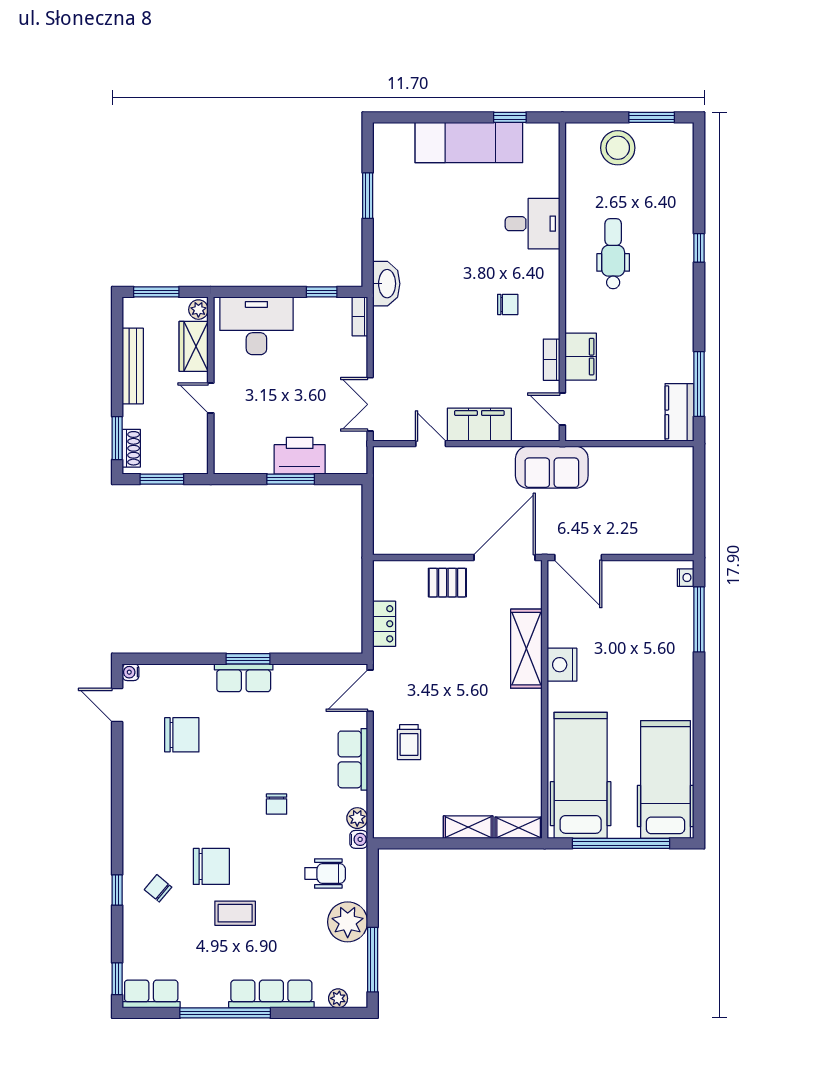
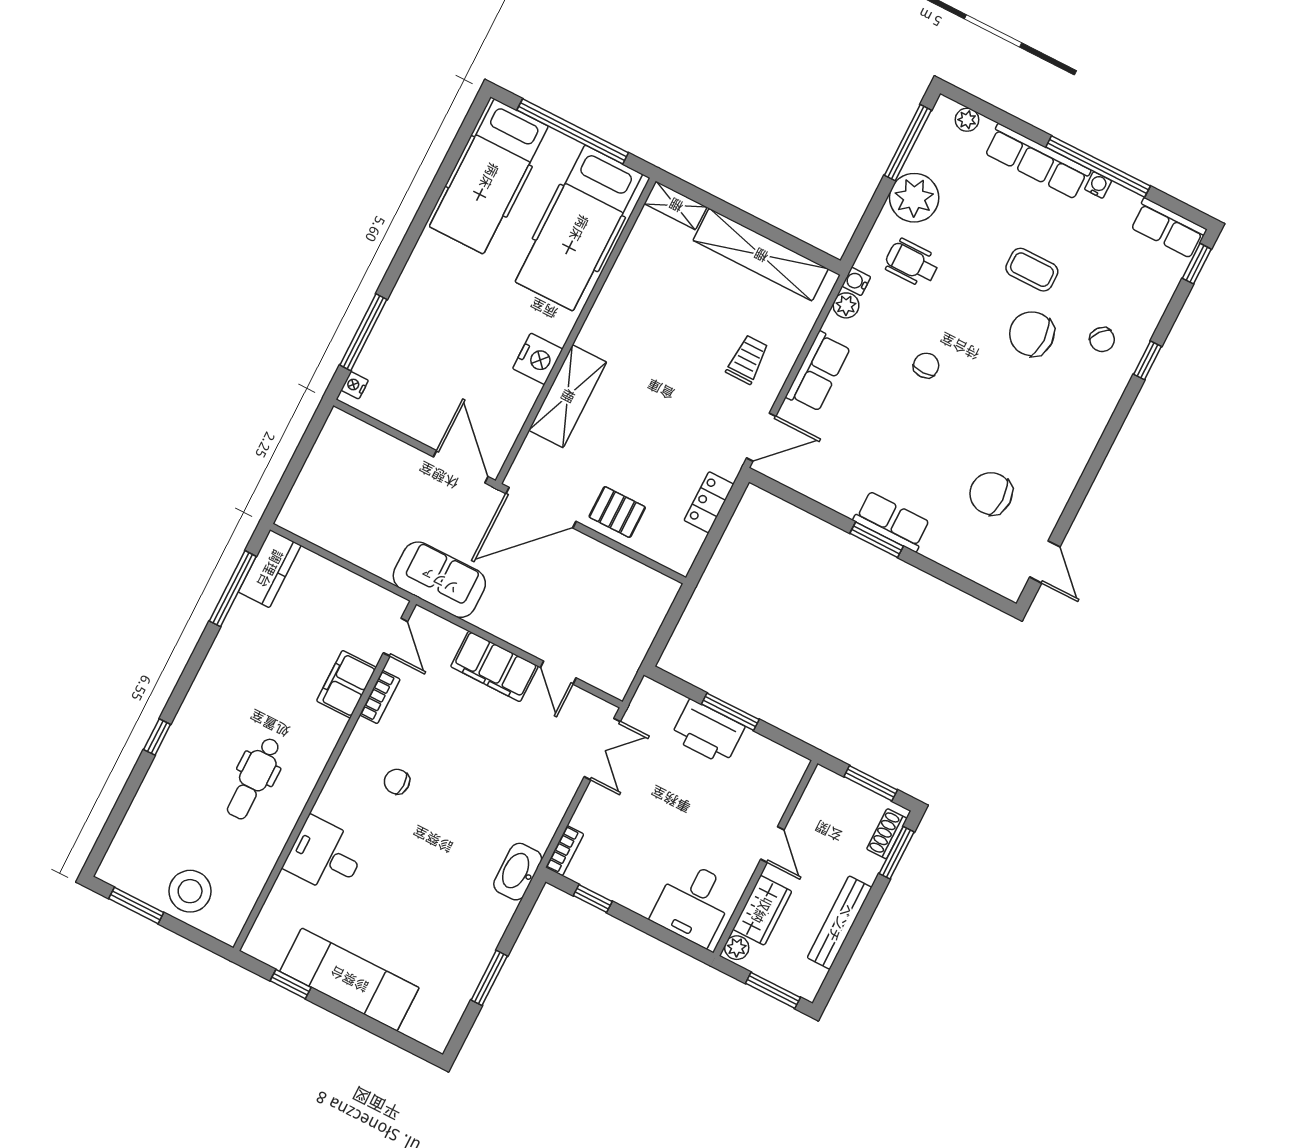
desk: (256, 326) -> (693, 903), width x0.73
water cooler: (131, 672) -> (1098, 185), moved, turned -90
shelving: (468, 827) -> (761, 255), width x2.20, depth x1.33

